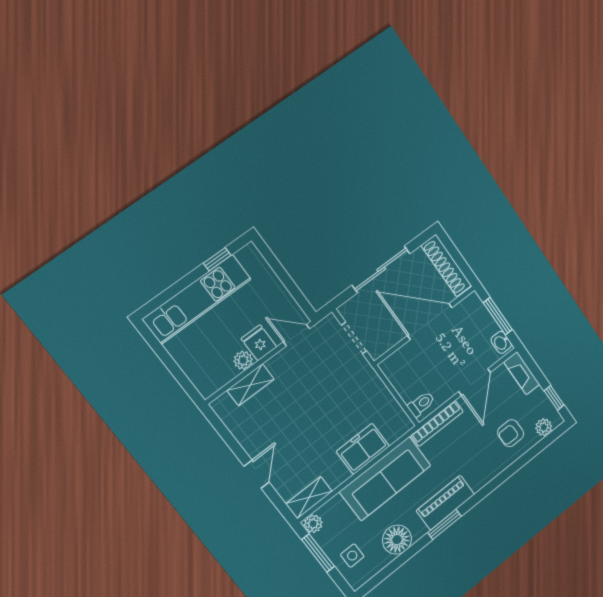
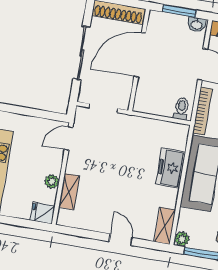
fridge: (259, 343) -> (43, 213), moved

